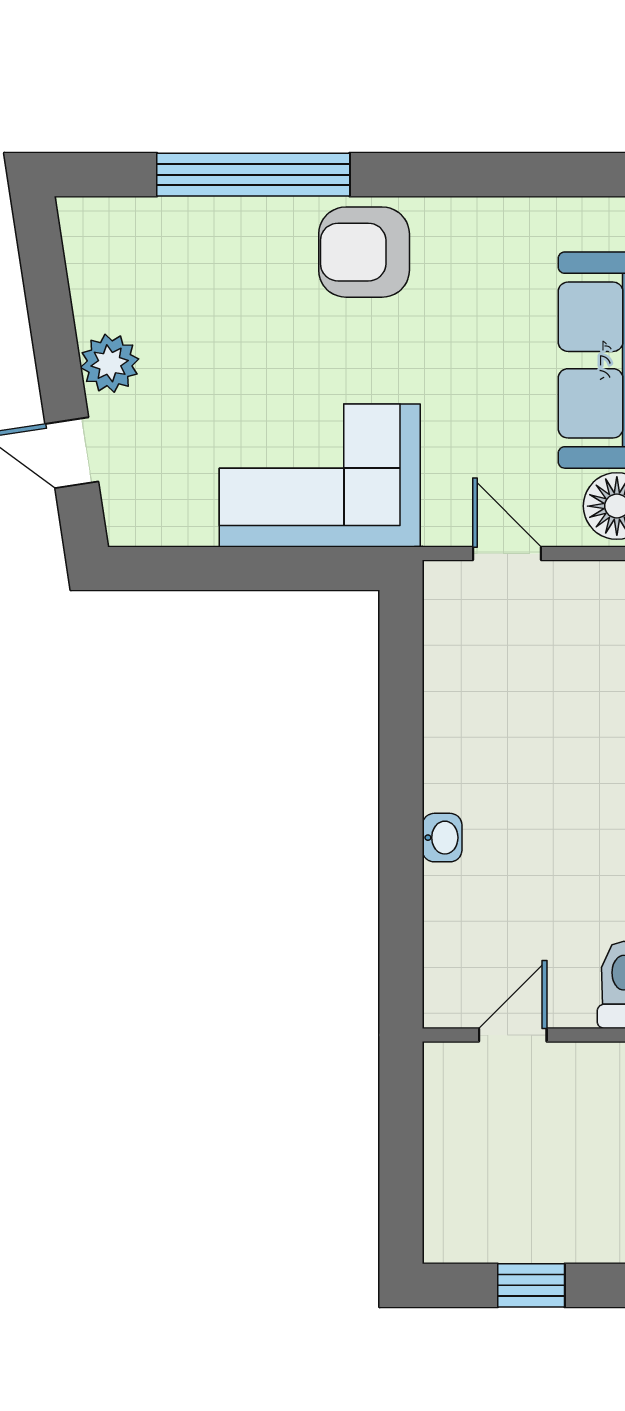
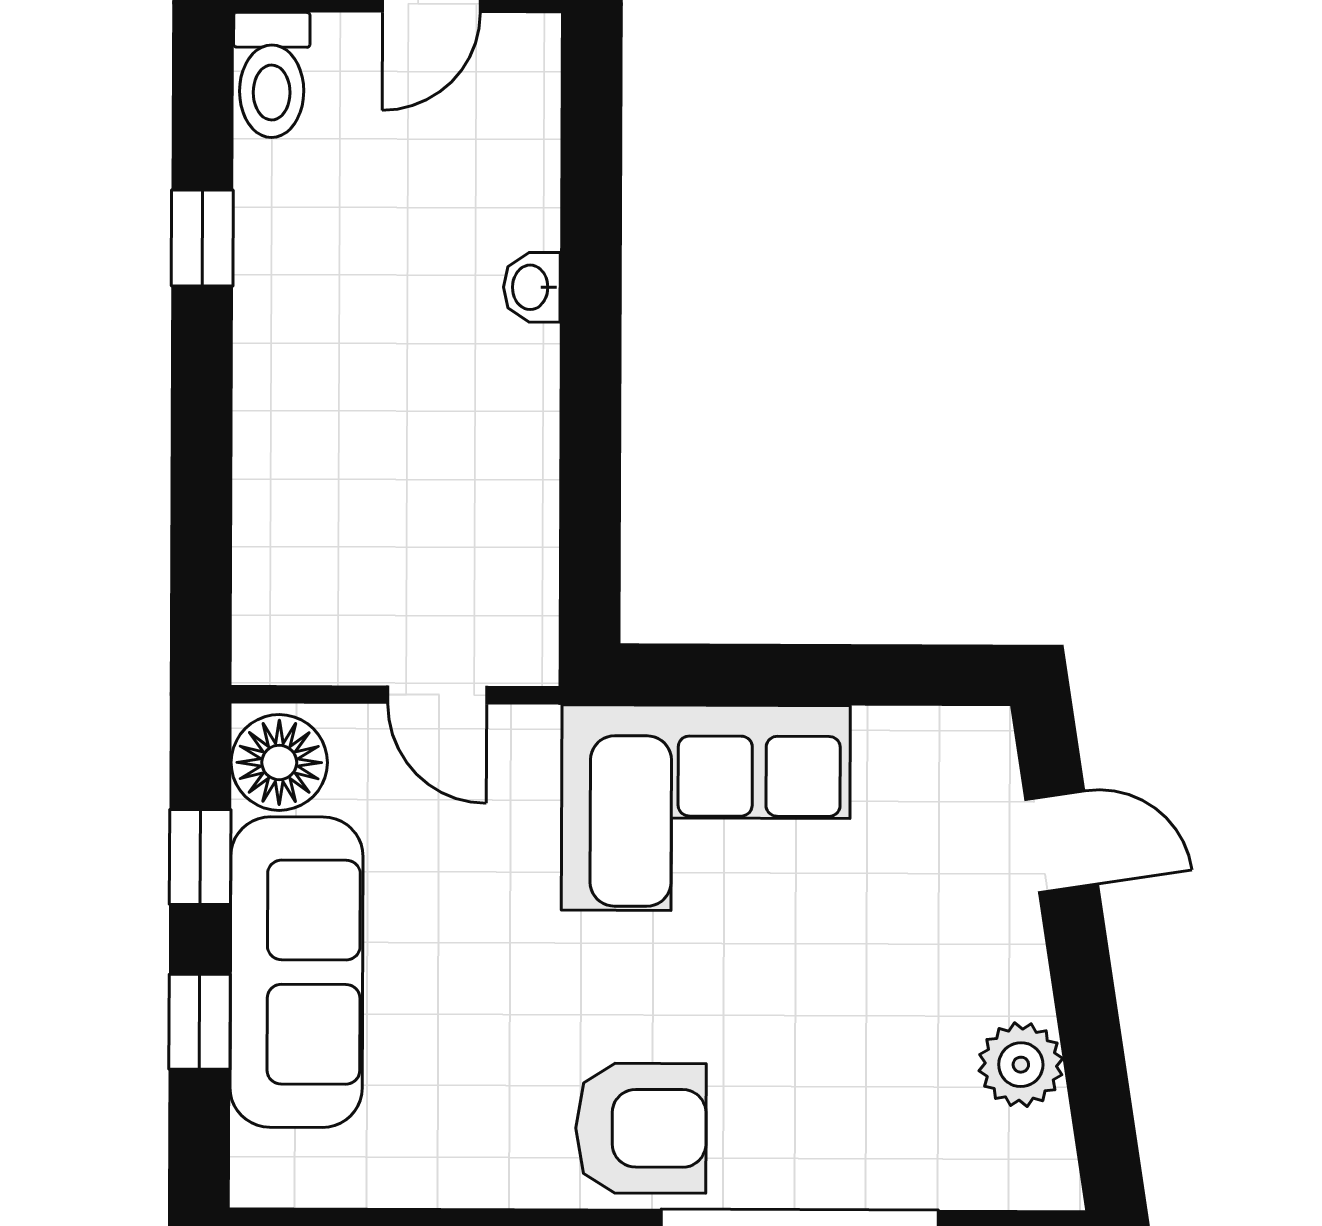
plant: (110, 363) -> (1021, 1065), moved

